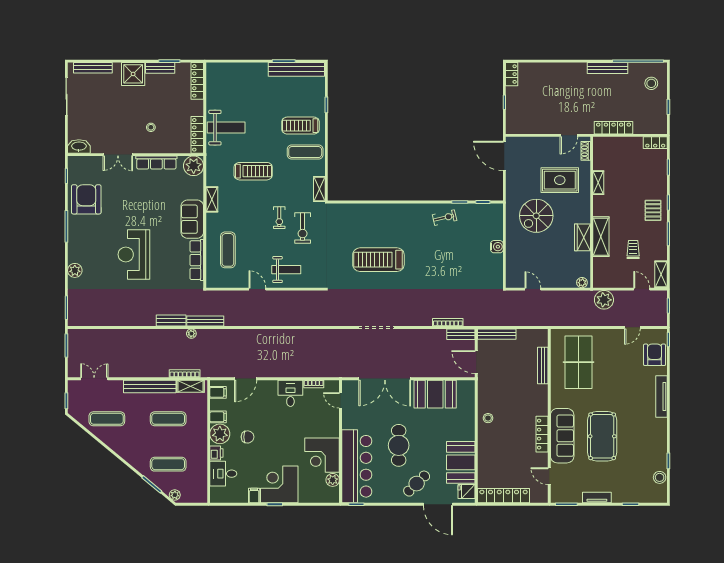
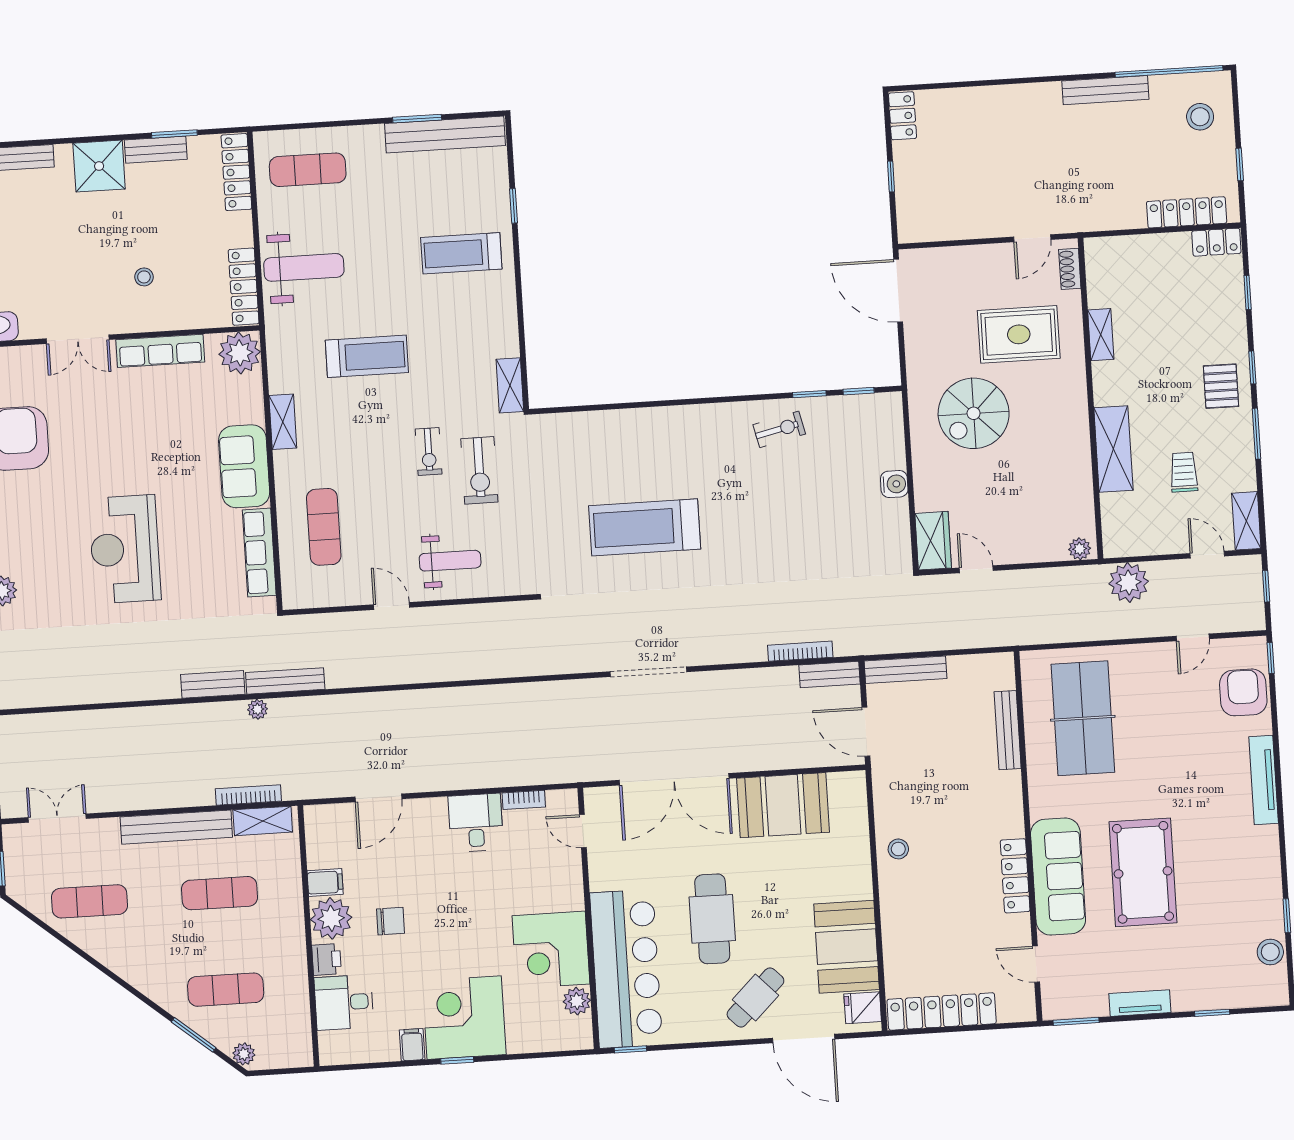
locker: (614, 128) -> (1187, 212), moved
exercise mat: (305, 152) -> (308, 170), moved
wardrobe: (582, 237) -> (933, 541), moved, turned 180
filing cabinet: (218, 392) -> (322, 830), removed

